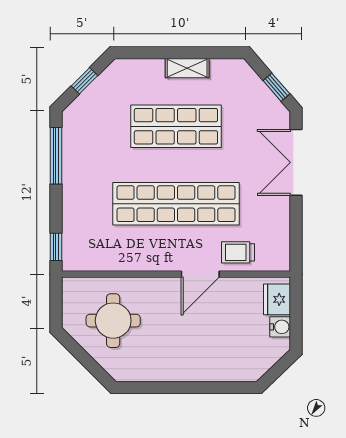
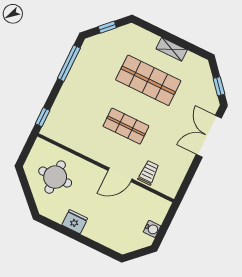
shop shelf: (176, 204) -> (126, 126), width x0.50, depth x0.74
trolley: (238, 252) -> (149, 173), turned 90
fridge: (277, 299) -> (75, 222), moved, turned 90

